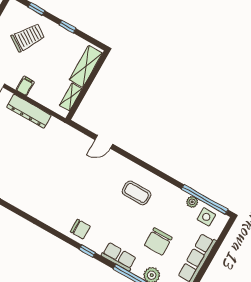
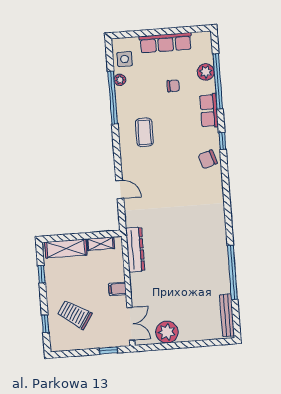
window: (68, 27) -> (41, 274), moved
dresser: (29, 111) -> (135, 249), moved
window: (205, 199) -> (113, 98), moved
chair: (80, 229) -> (208, 159), turned -108
chair: (158, 241) -> (173, 86), width x0.54, depth x0.54

